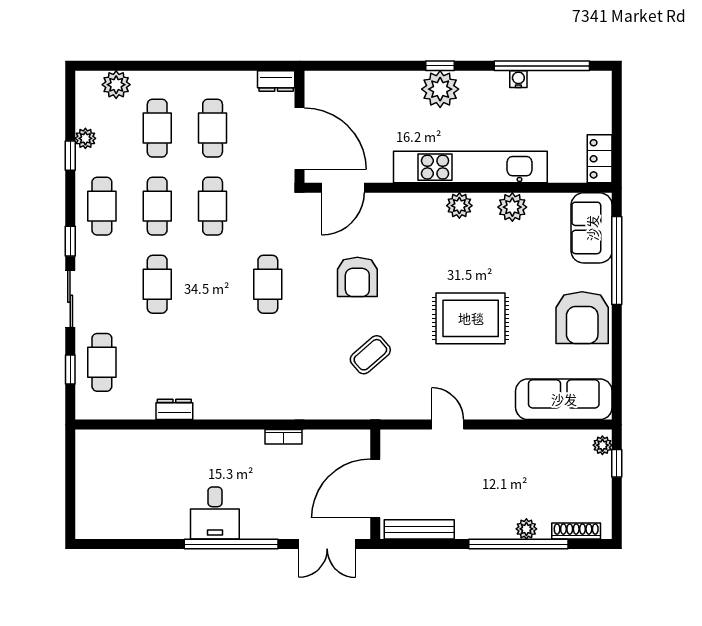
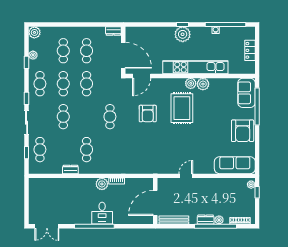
plant: (116, 85) -> (34, 32), moved
locker: (600, 159) -> (250, 50), moved
plant: (512, 207) -> (203, 84), moved
rug: (471, 318) -> (182, 108), moved, turned 90
coffee table: (370, 355) -> (153, 146), removed
cafe table: (213, 362) -> (87, 150), added
door: (448, 425) -> (186, 176), hinge flipped
plant: (249, 444) -> (102, 184), added
desk: (215, 513) -> (102, 213), moved
dresser: (495, 528) -> (206, 220), added
double door: (327, 544) -> (47, 226), moved

